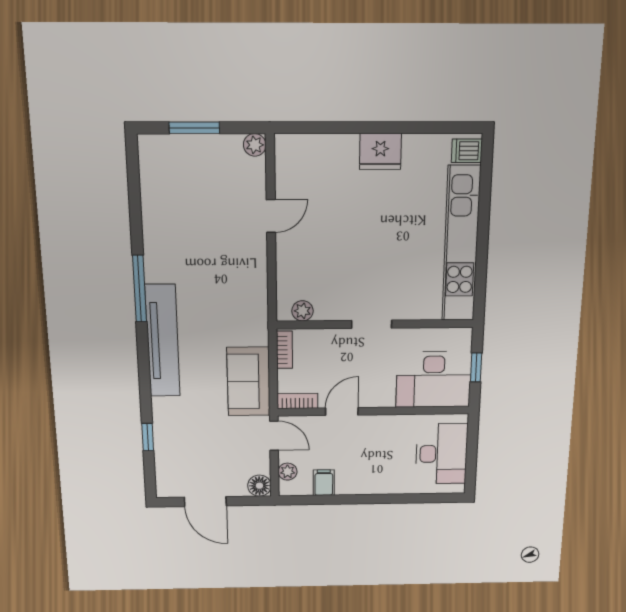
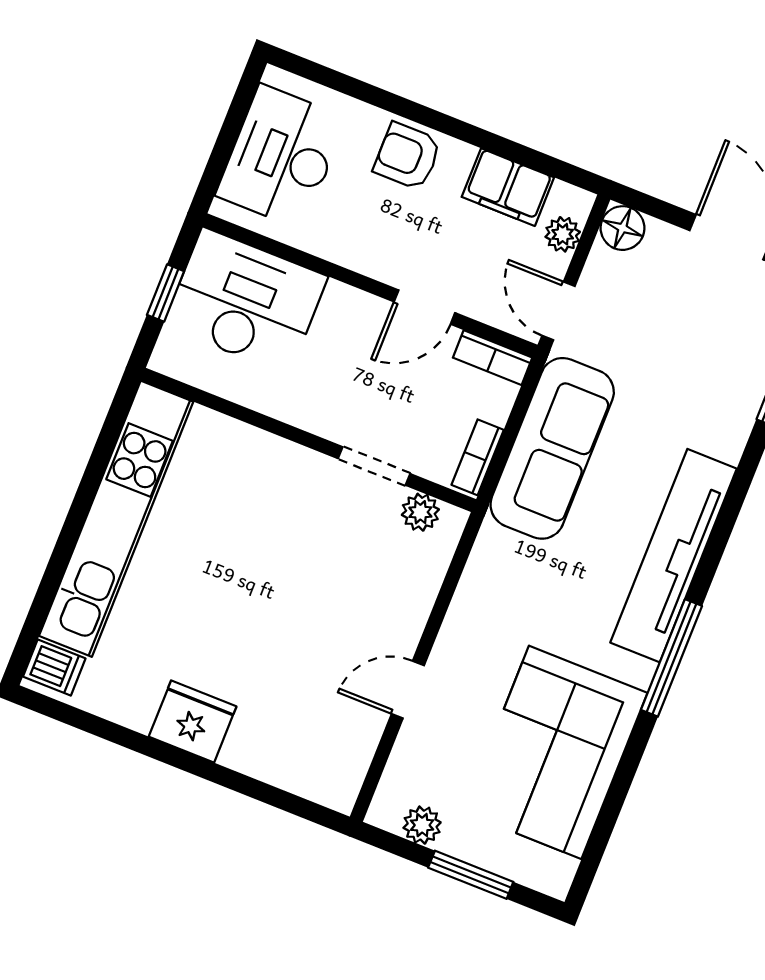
plant: (255, 145) -> (422, 825), moved
corner sofa: (178, 214) -> (555, 752), added
doorway: (372, 324) -> (374, 466), moved
sofa: (249, 382) -> (552, 448), width x1.36
armchair: (379, 478) -> (407, 156), added
filing cabinet: (324, 483) -> (508, 187), width x2.00

